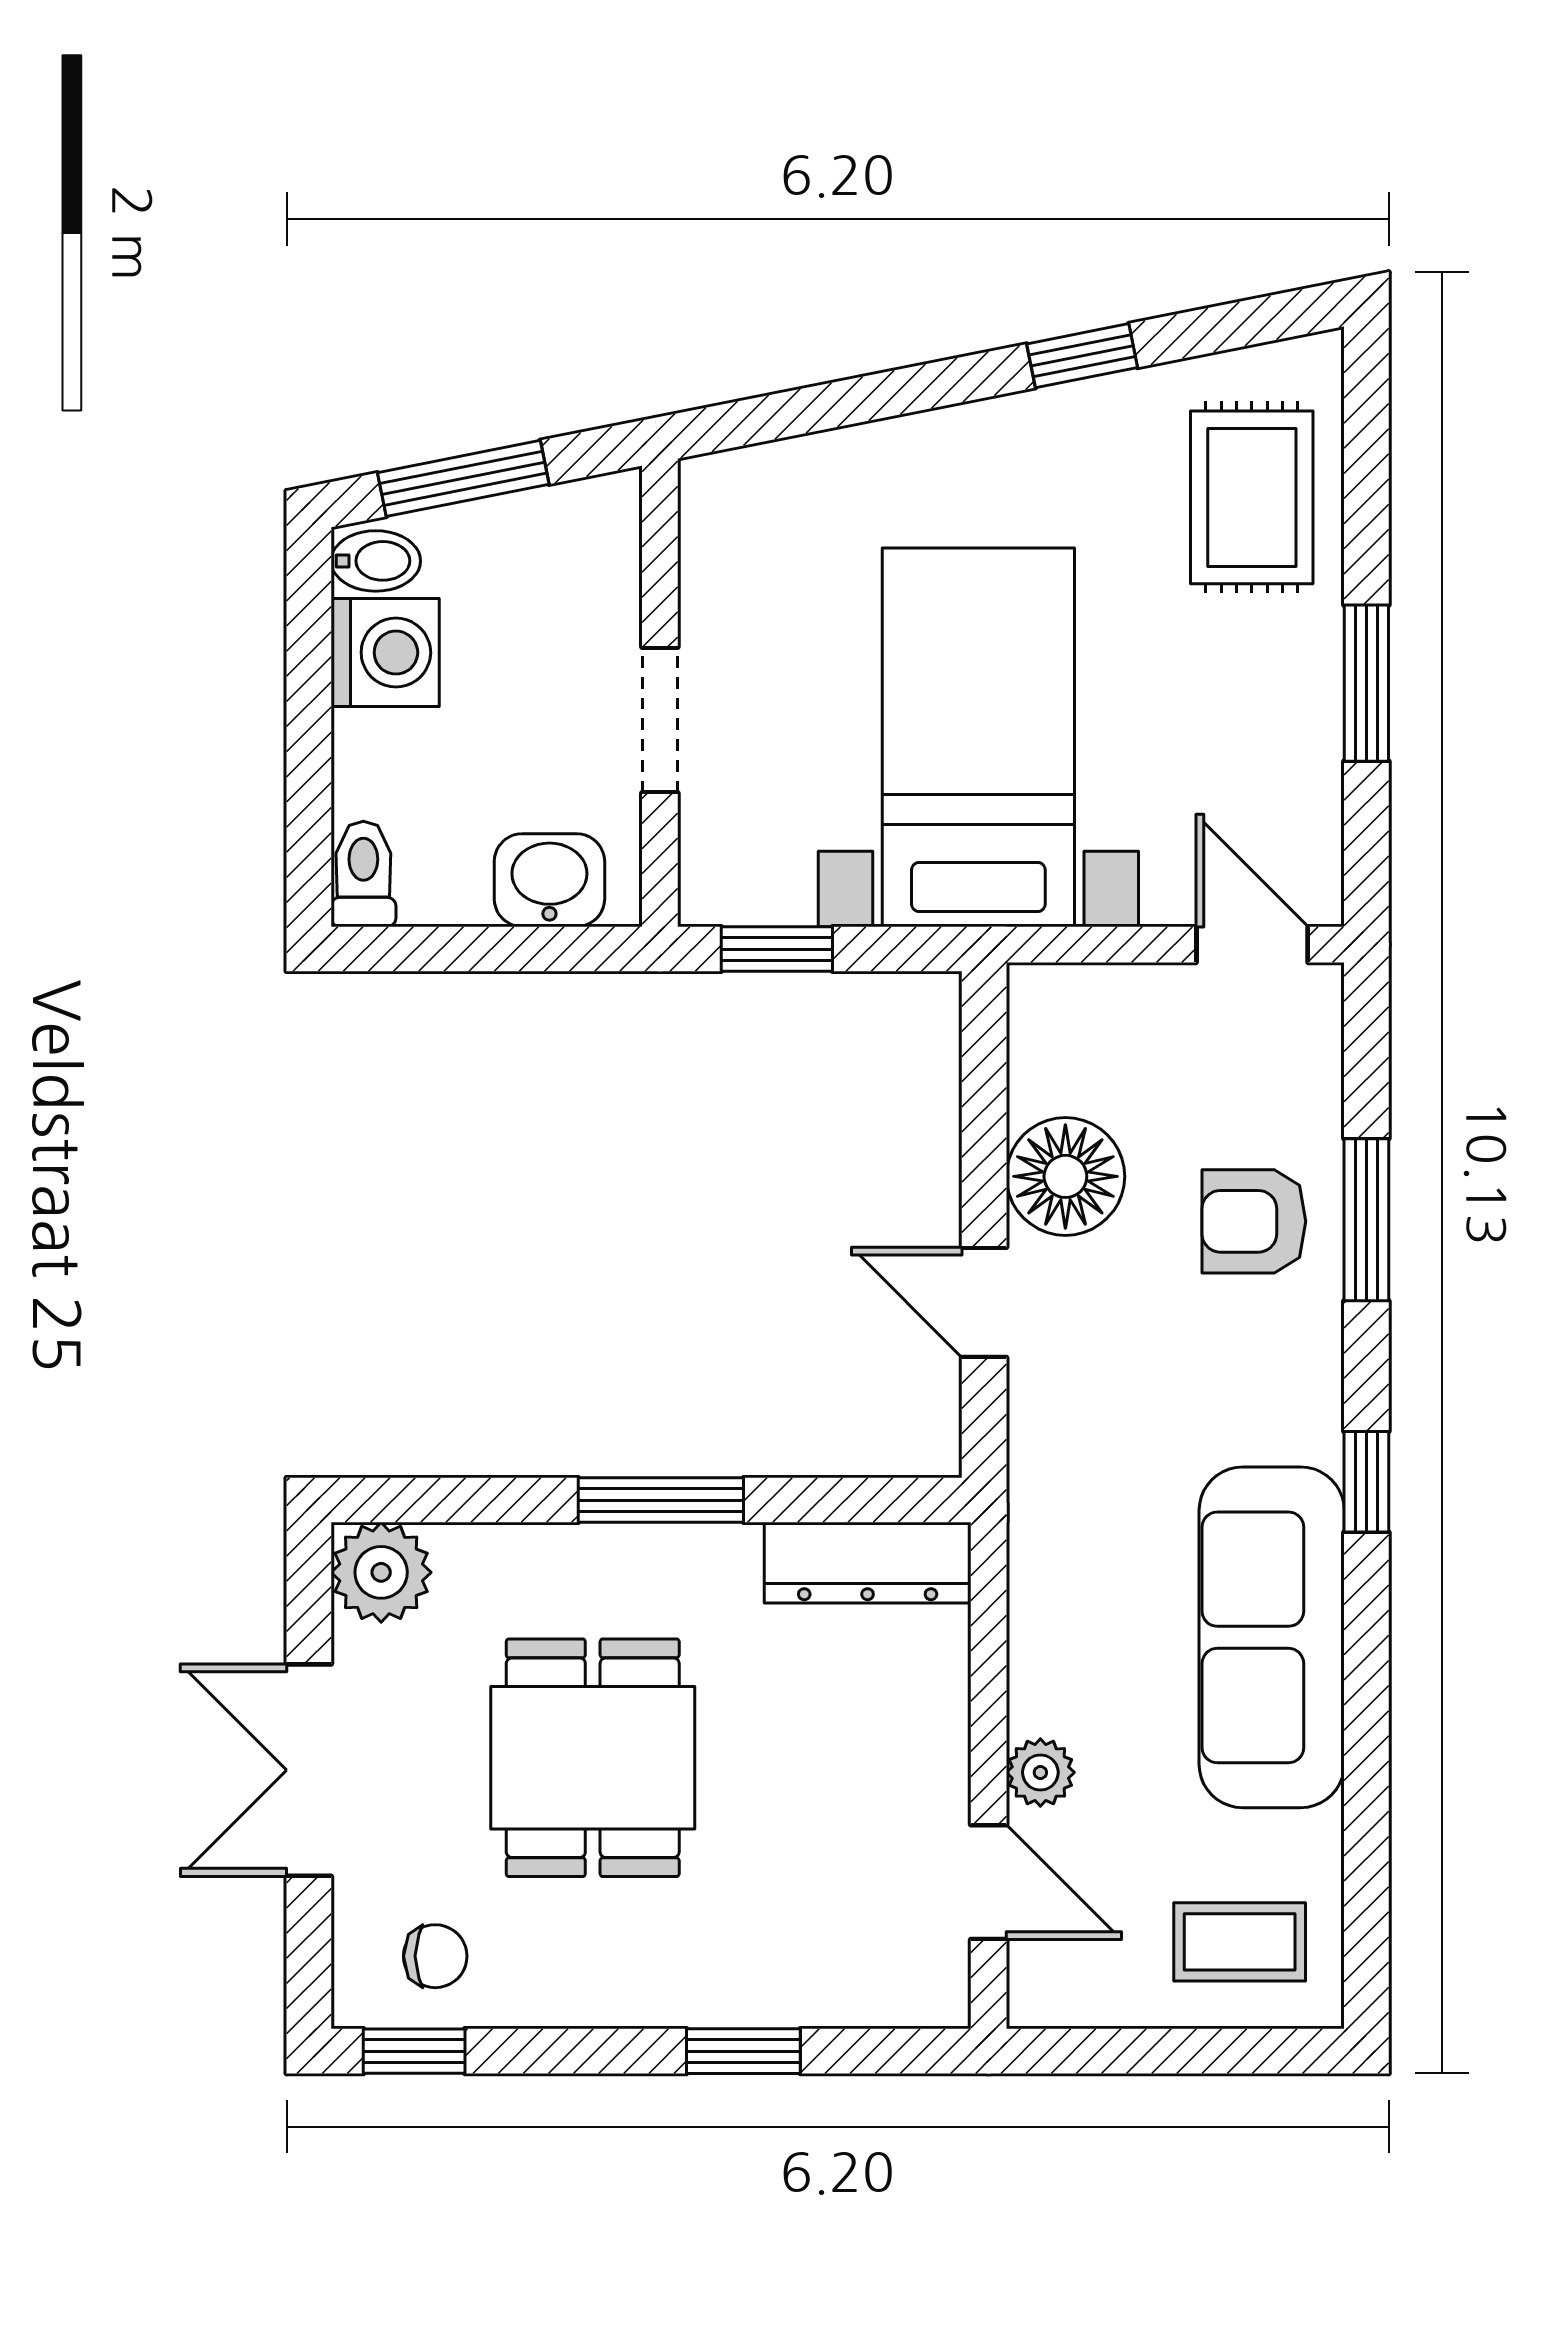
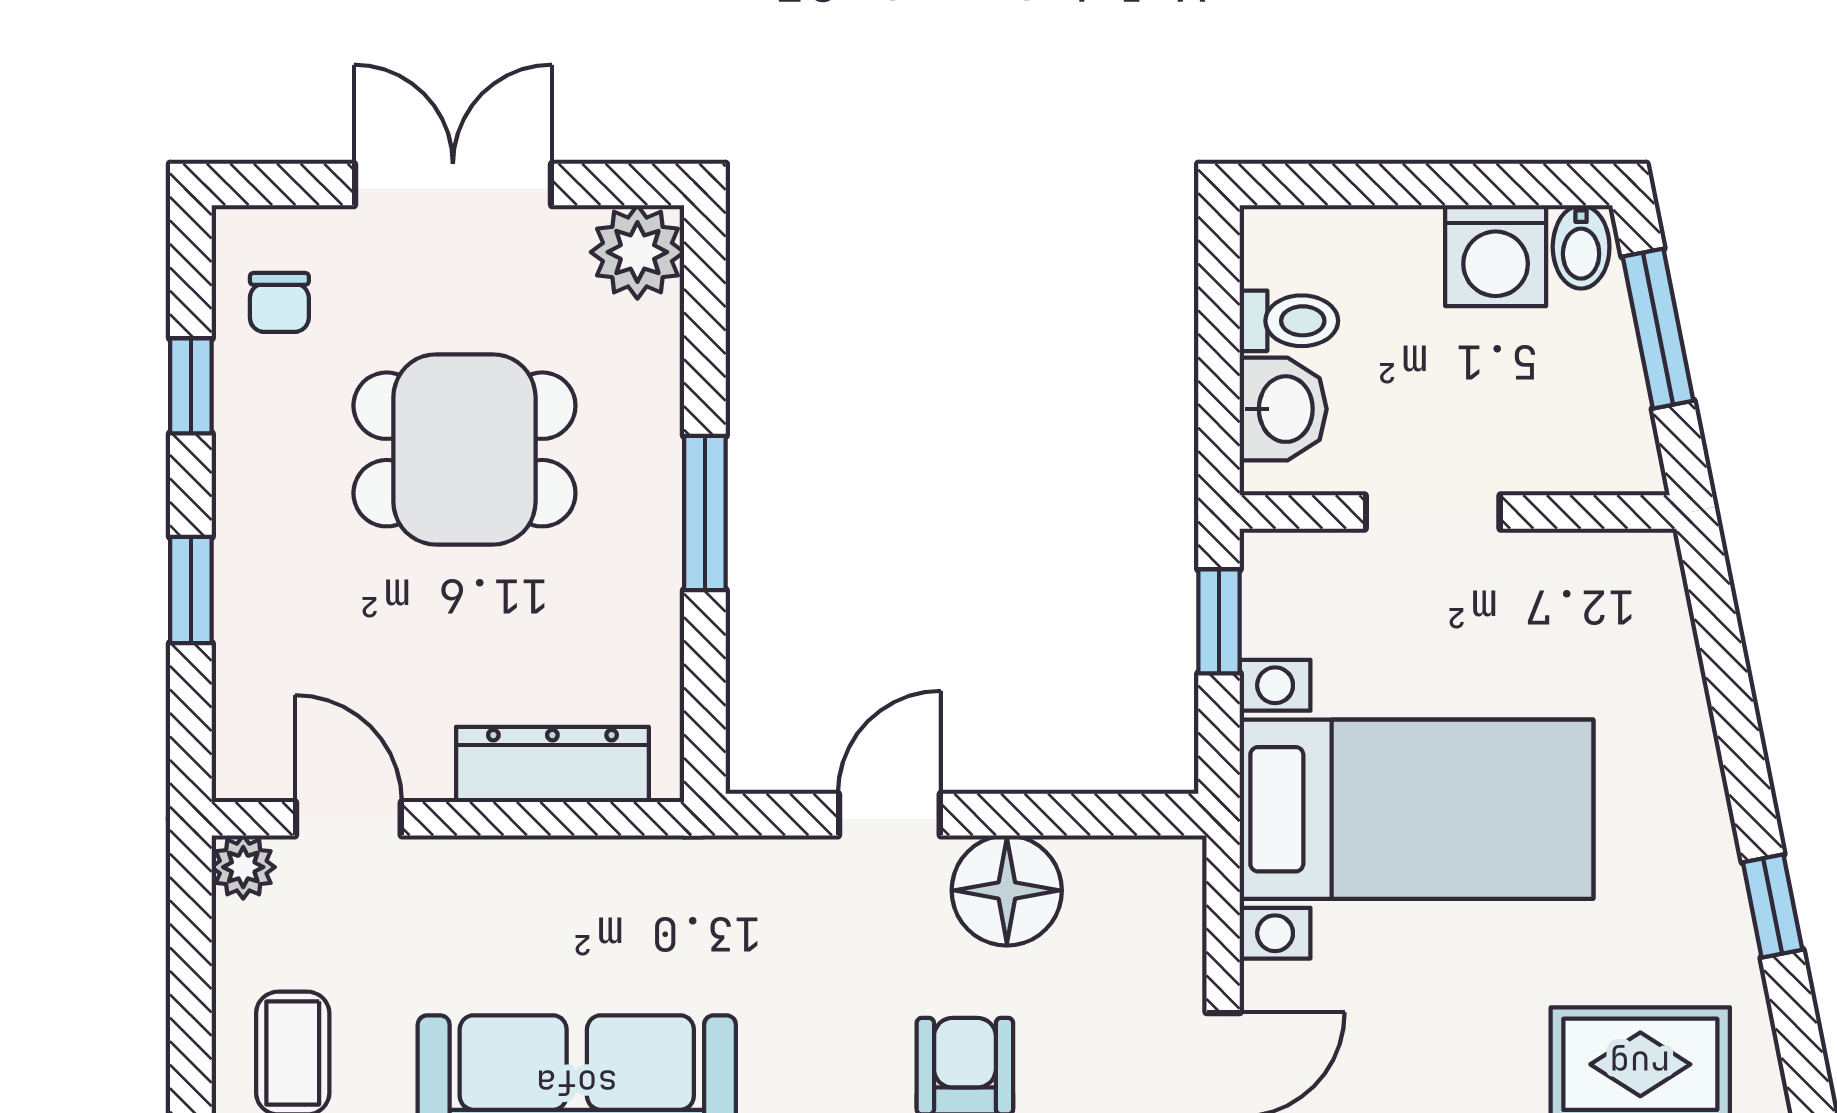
toilet: (363, 874) -> (1289, 321), moved
dresser: (868, 1563) -> (552, 765), moved, turned 90
plant: (1040, 1772) -> (243, 867), moved
door: (989, 1882) -> (348, 819), swing flipped
window: (414, 2051) -> (191, 386), moved

